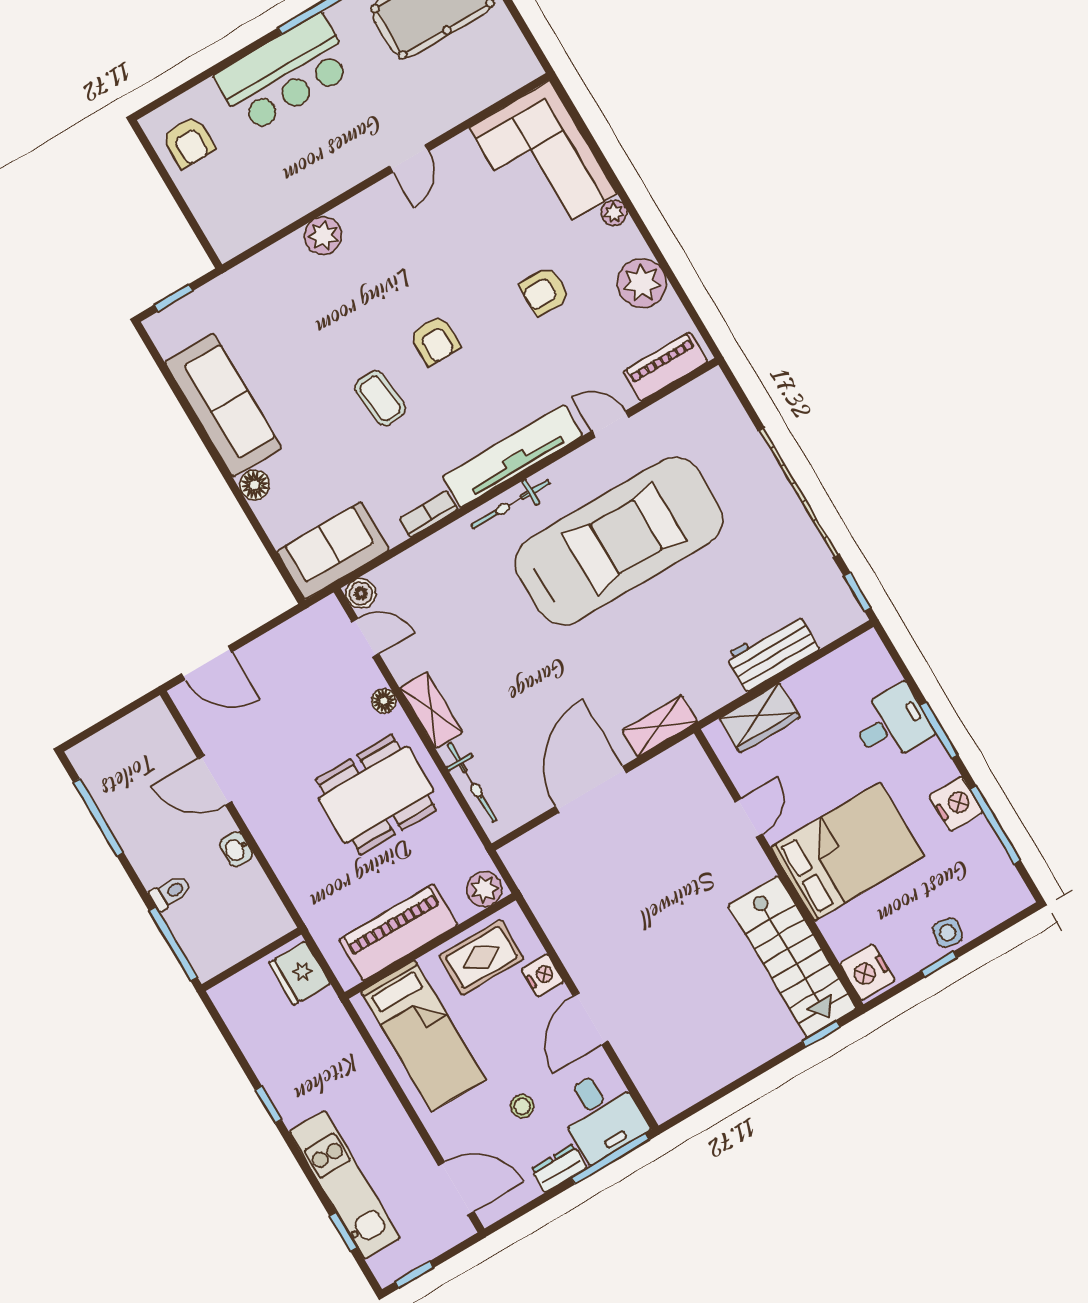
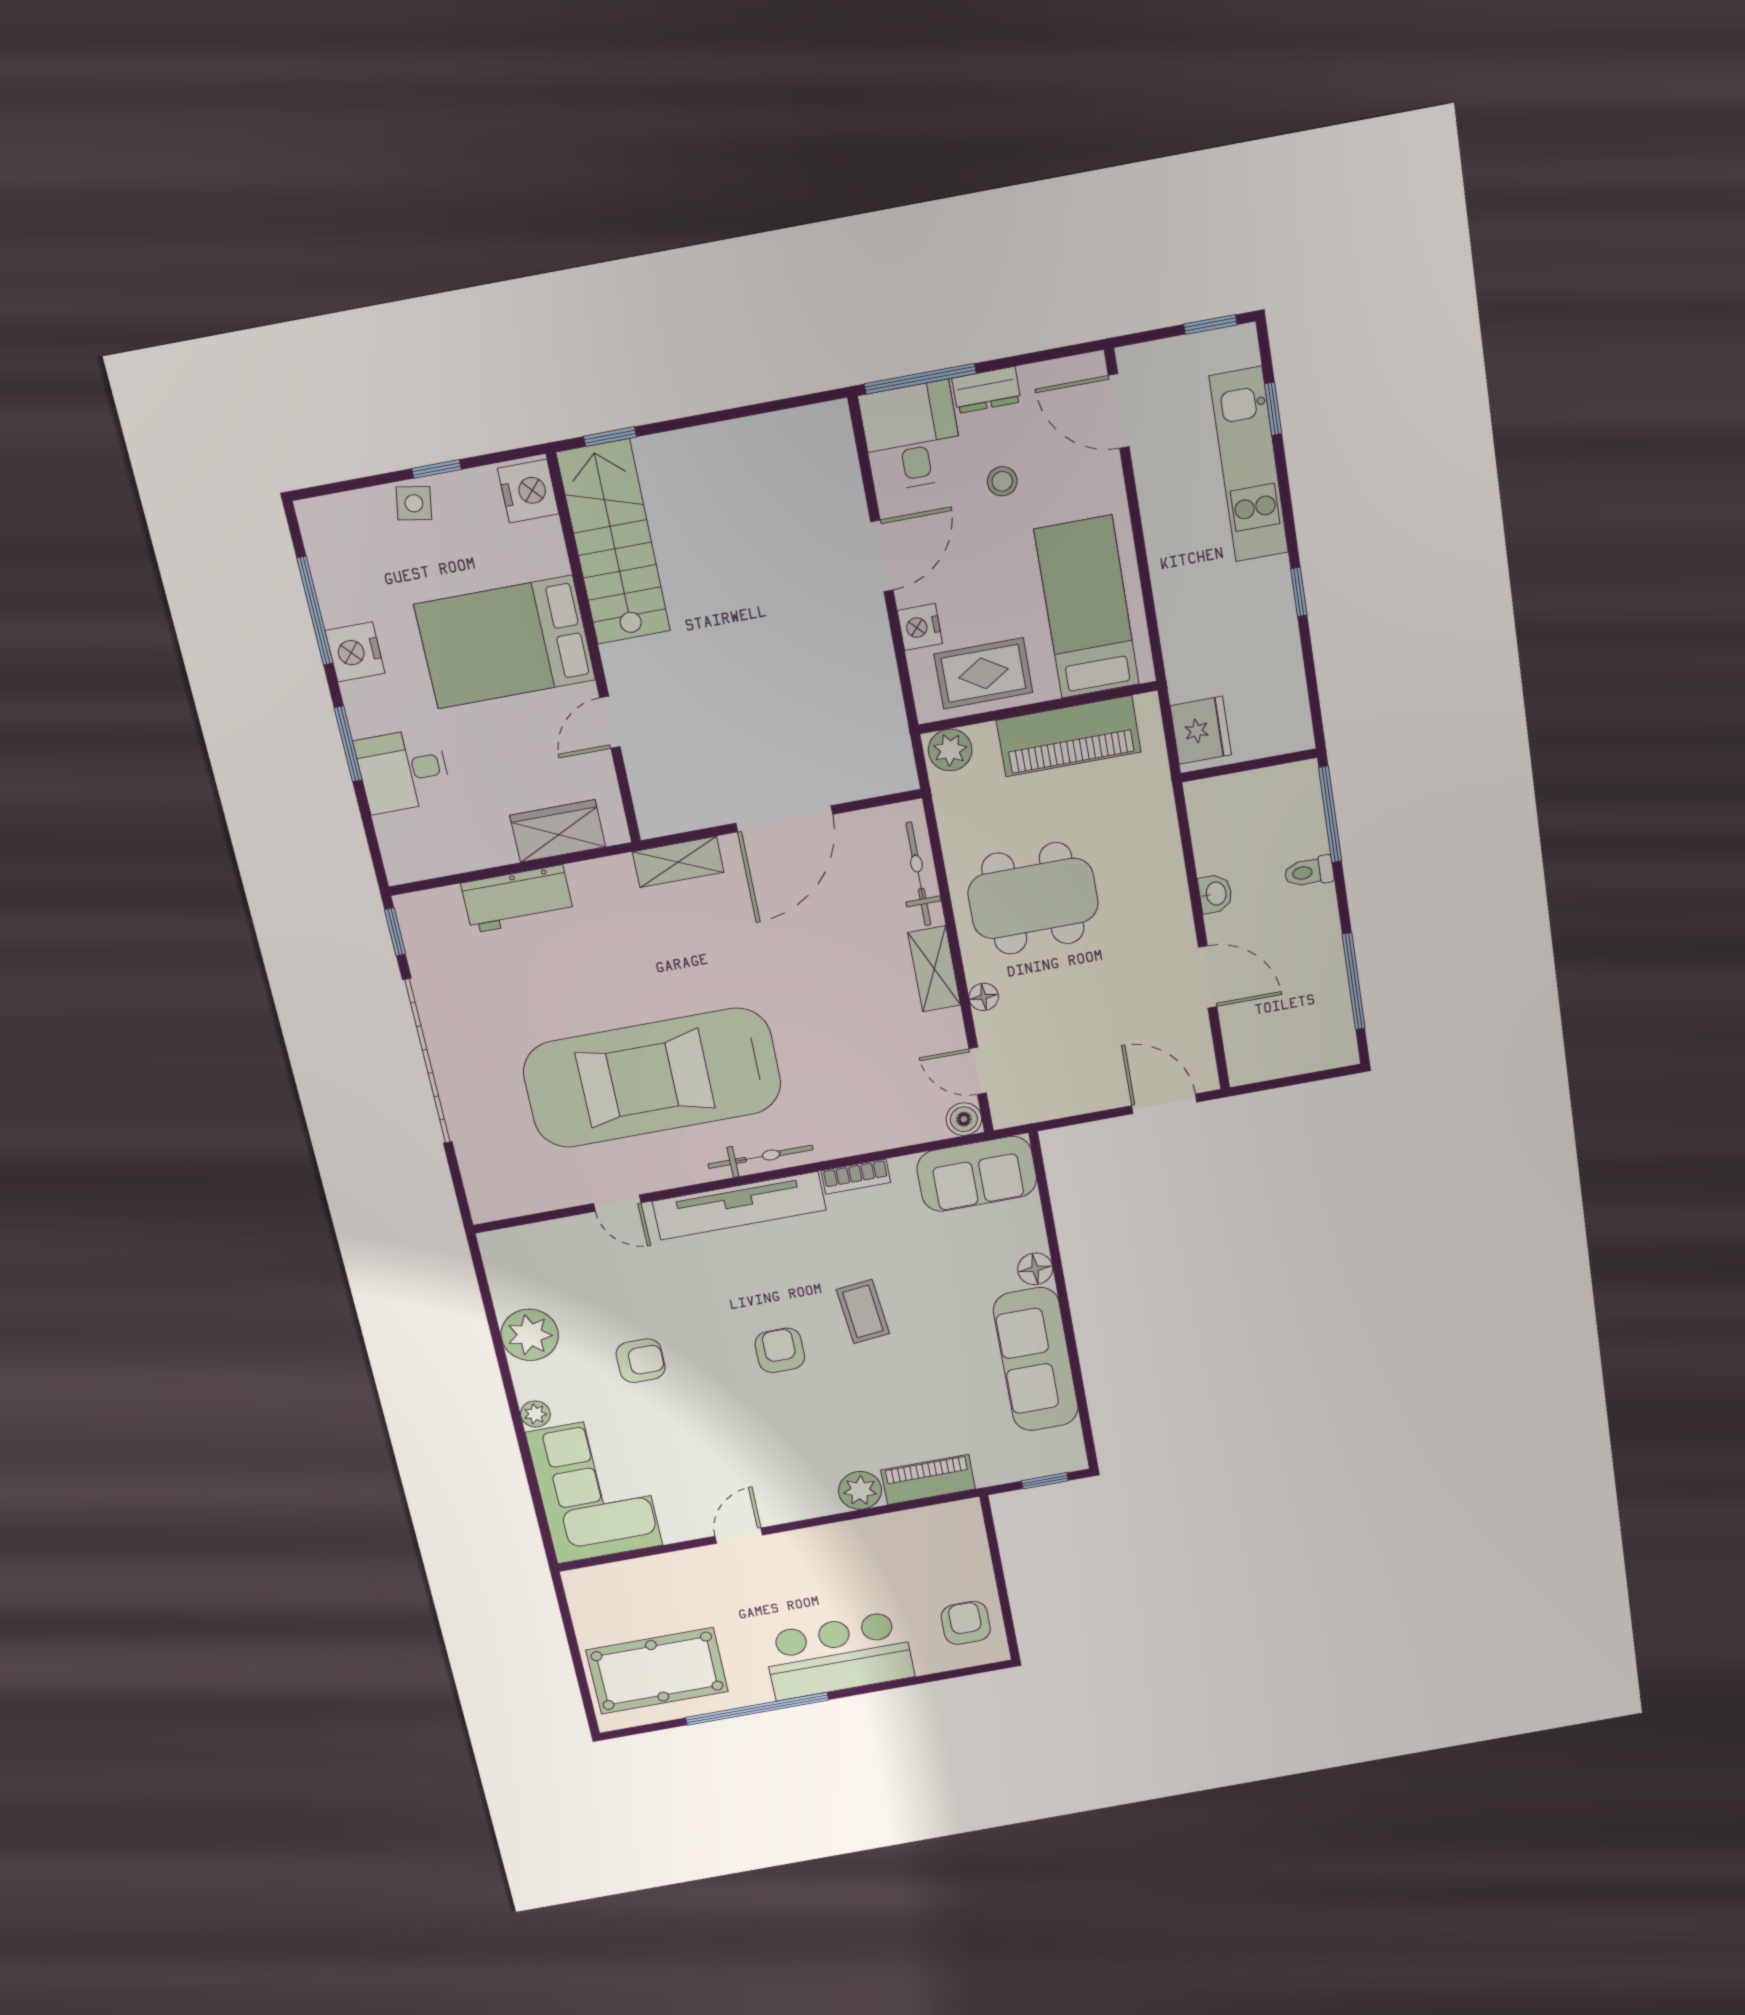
piano: (665, 367) -> (928, 1480), moved, turned 180

